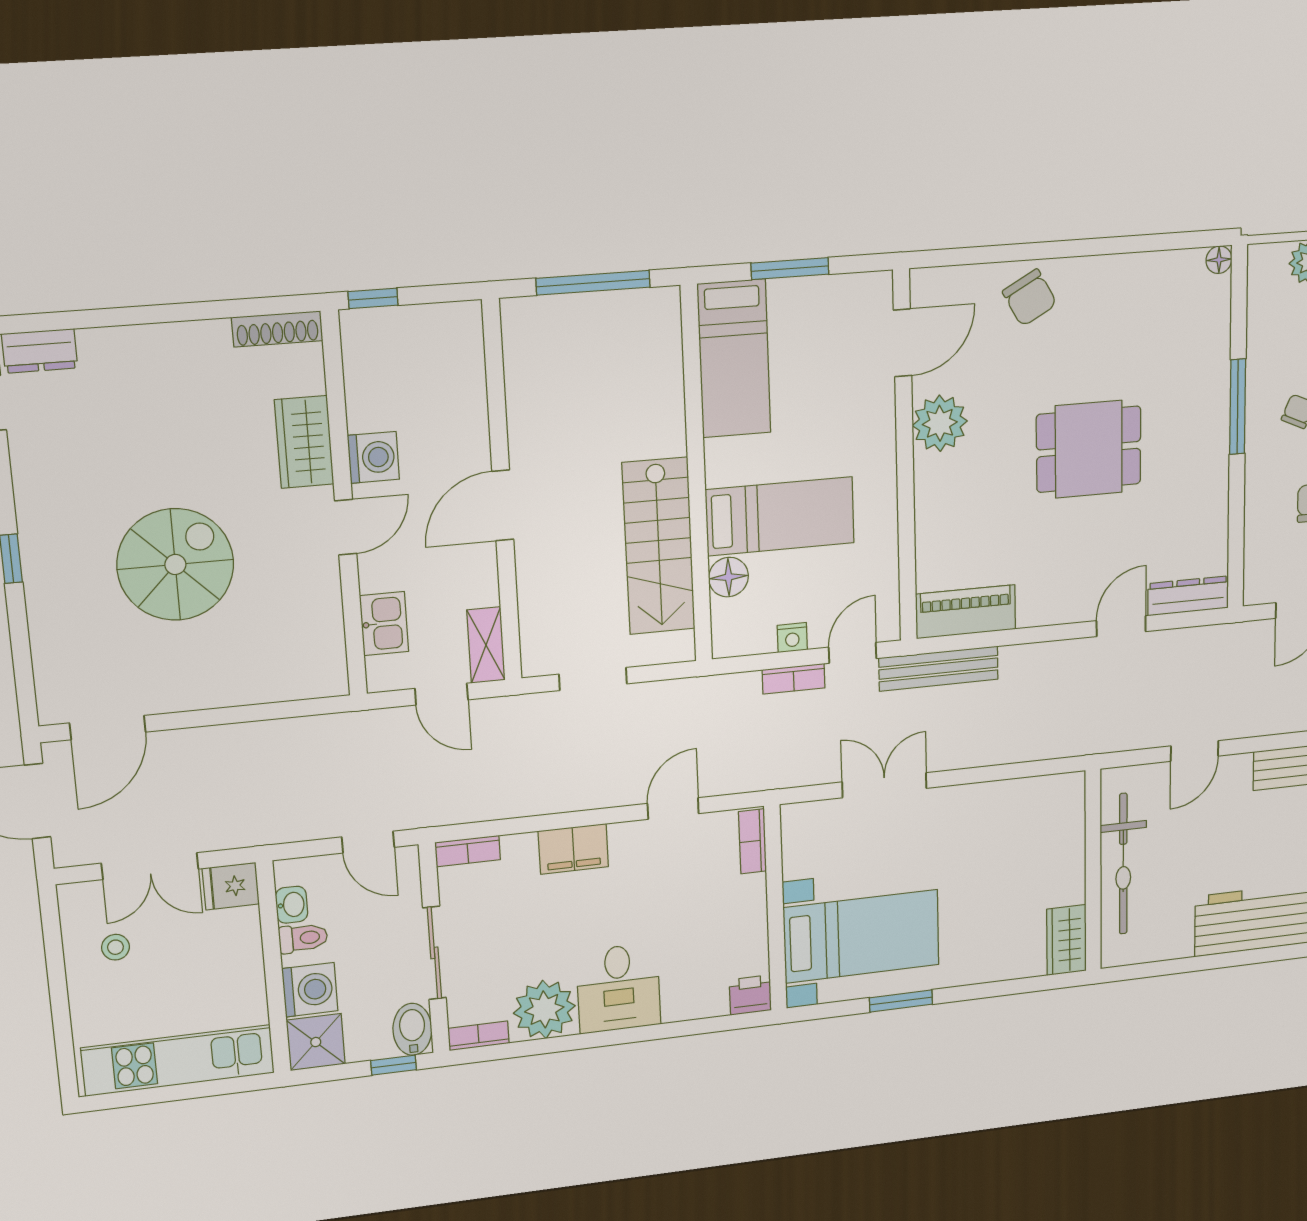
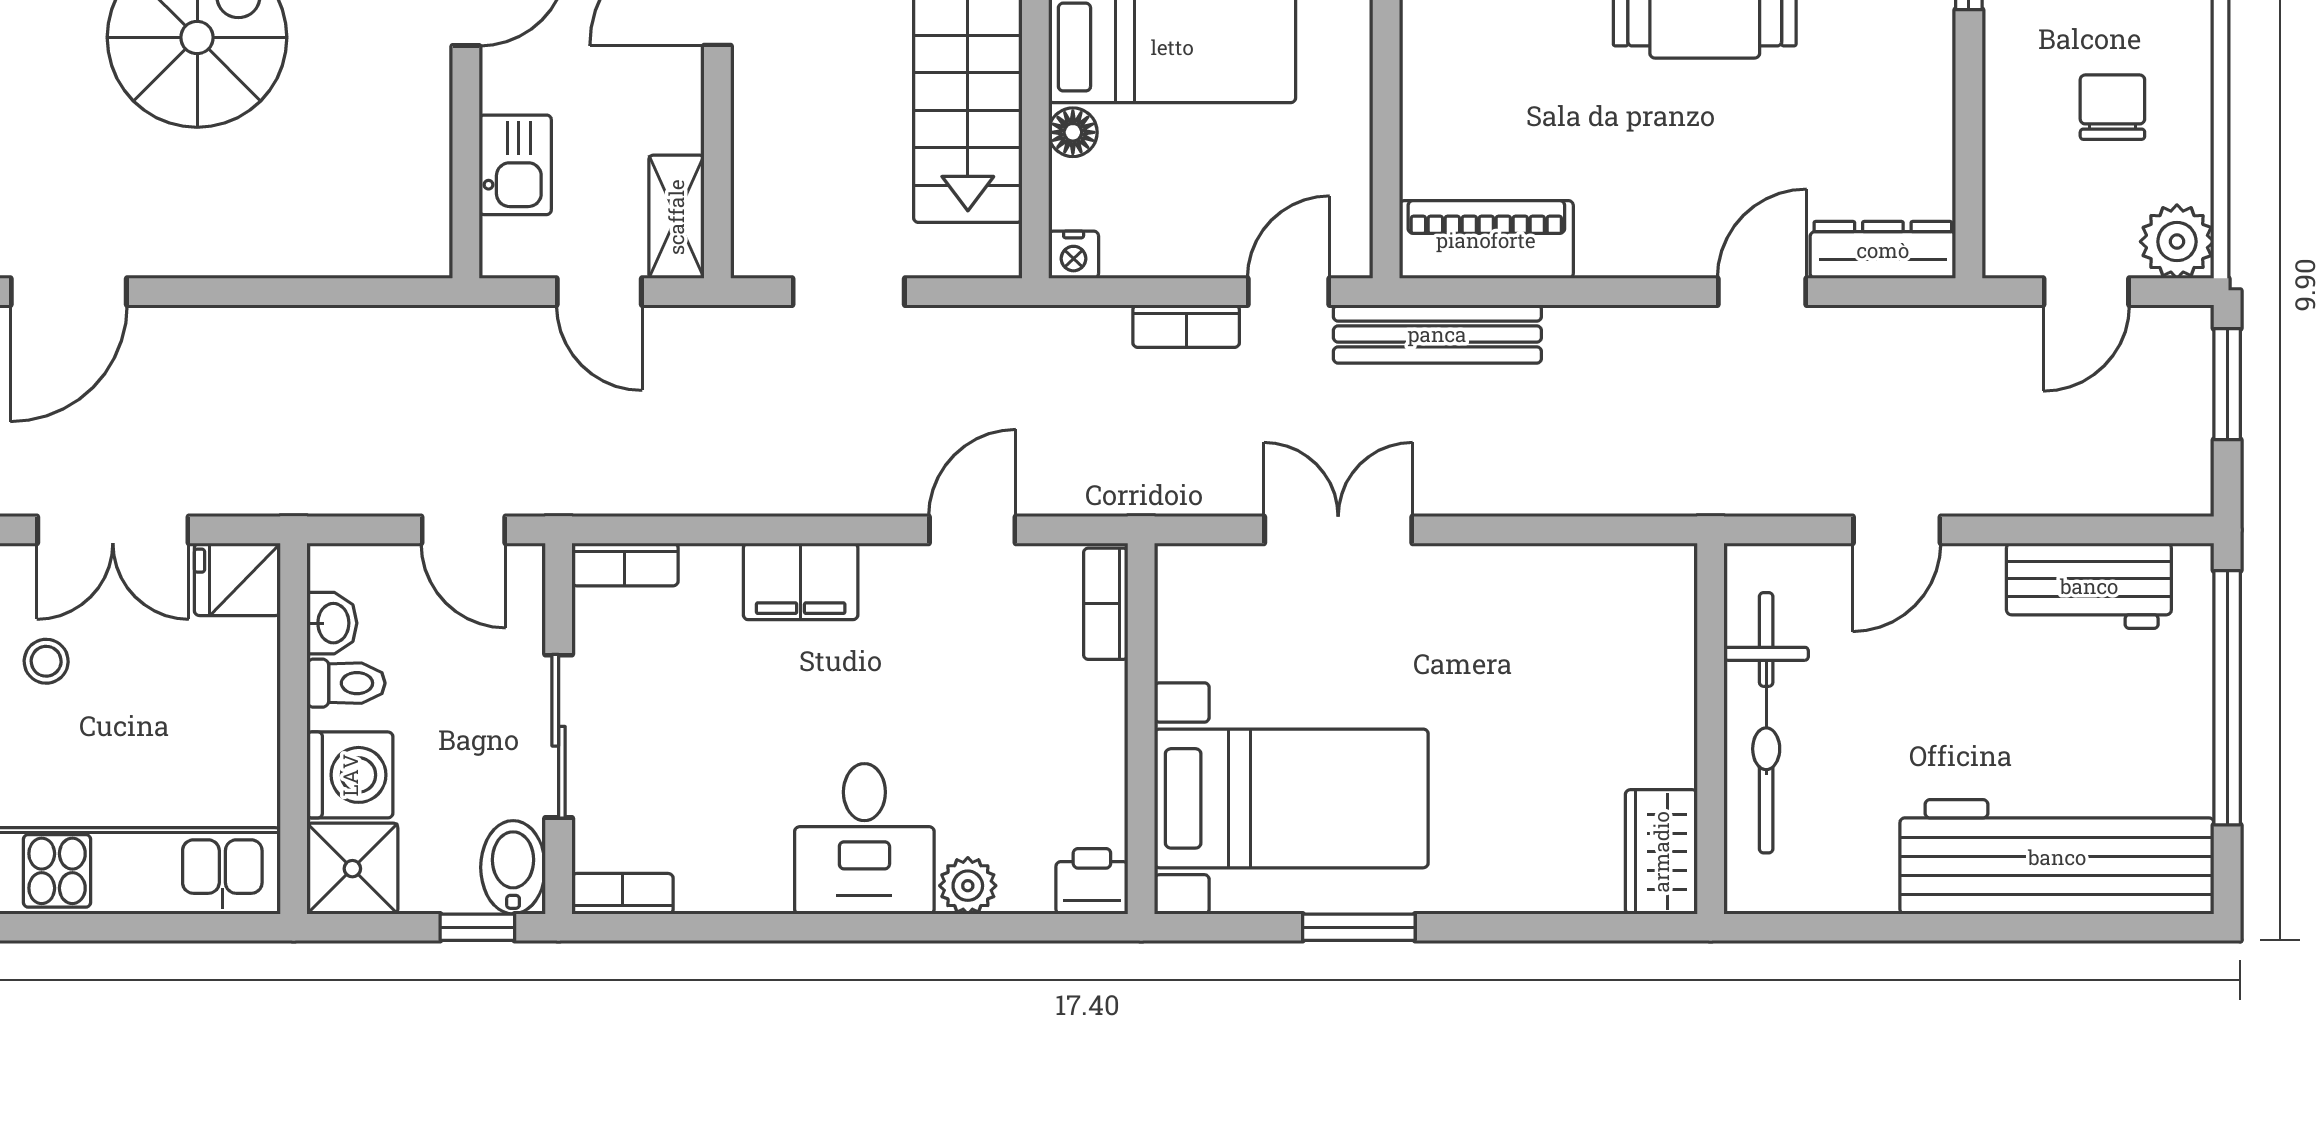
floor lamp: (728, 577) -> (1073, 132), width x0.73, depth x0.73
nightstand: (792, 638) -> (1074, 255), moved
plant: (544, 1009) -> (968, 886), moved, width x0.53, depth x0.53

